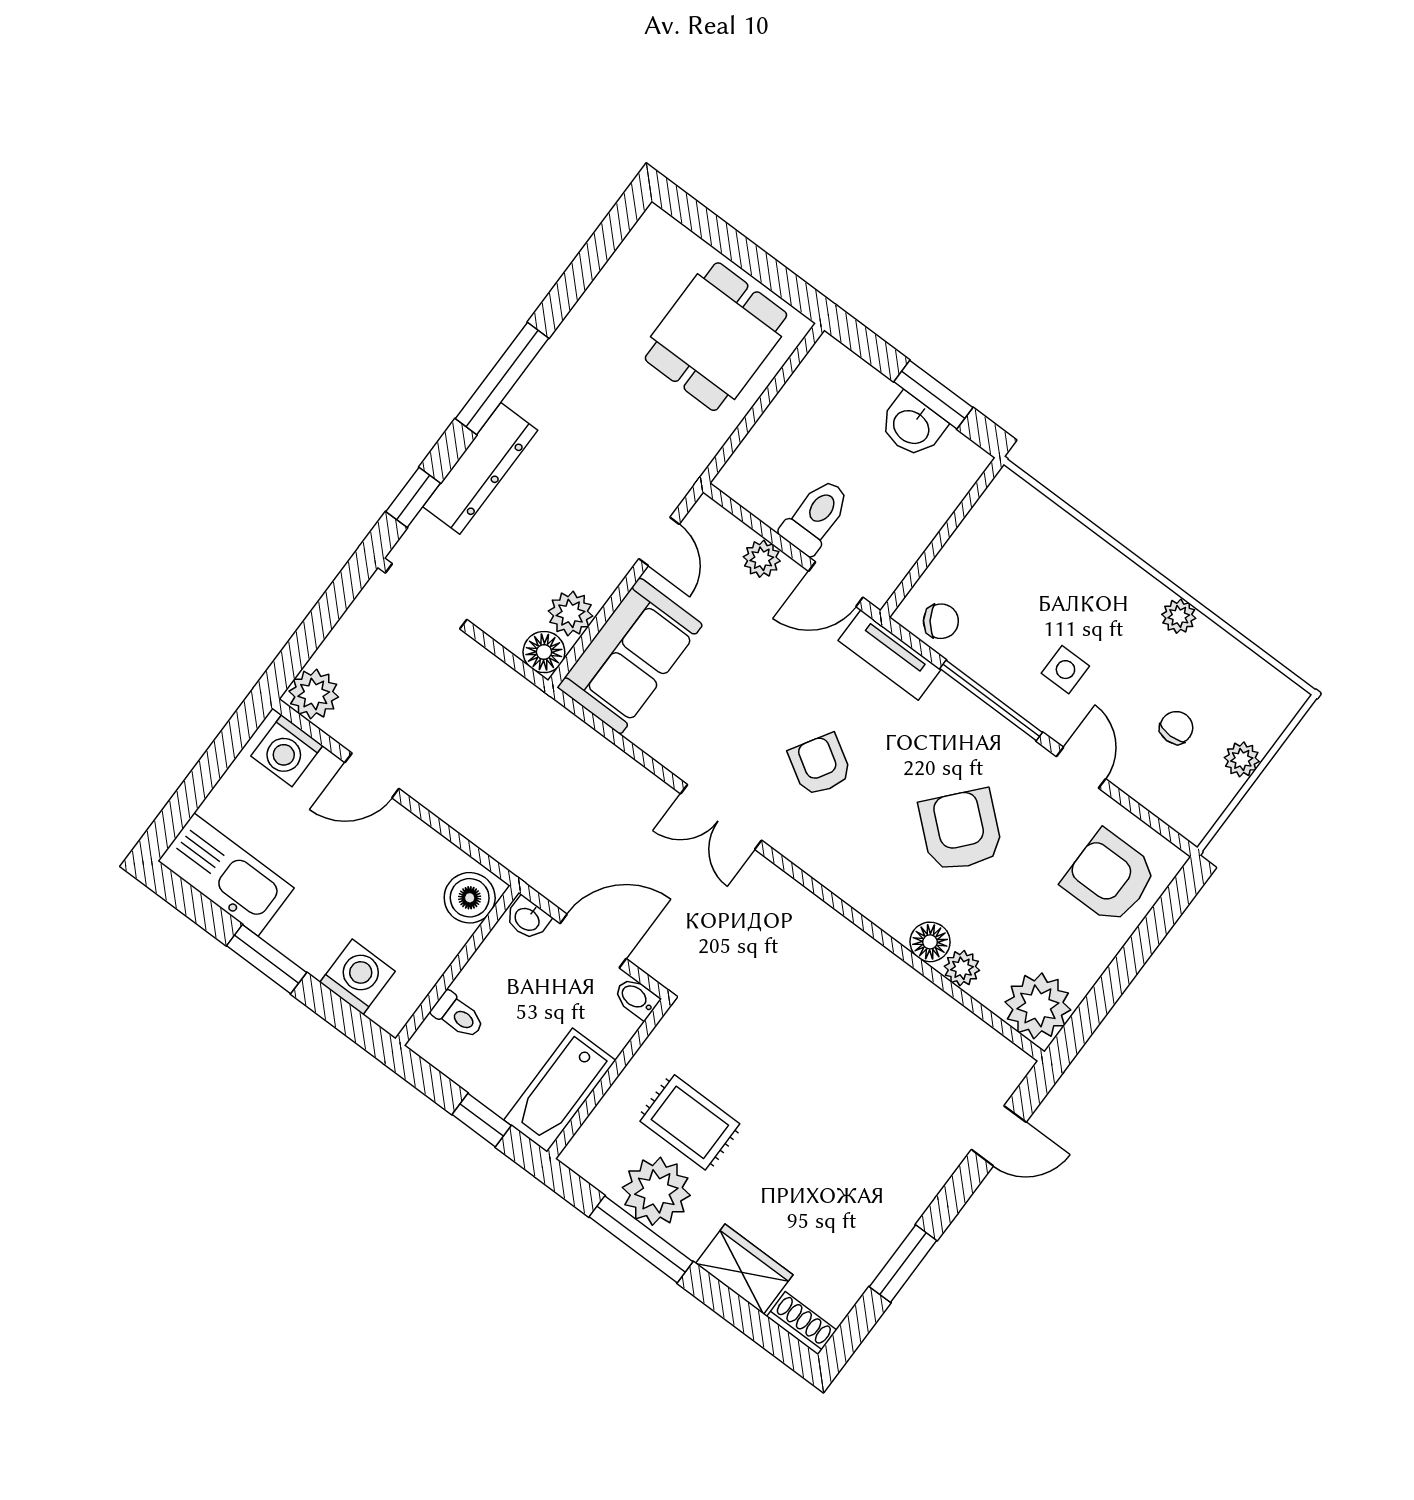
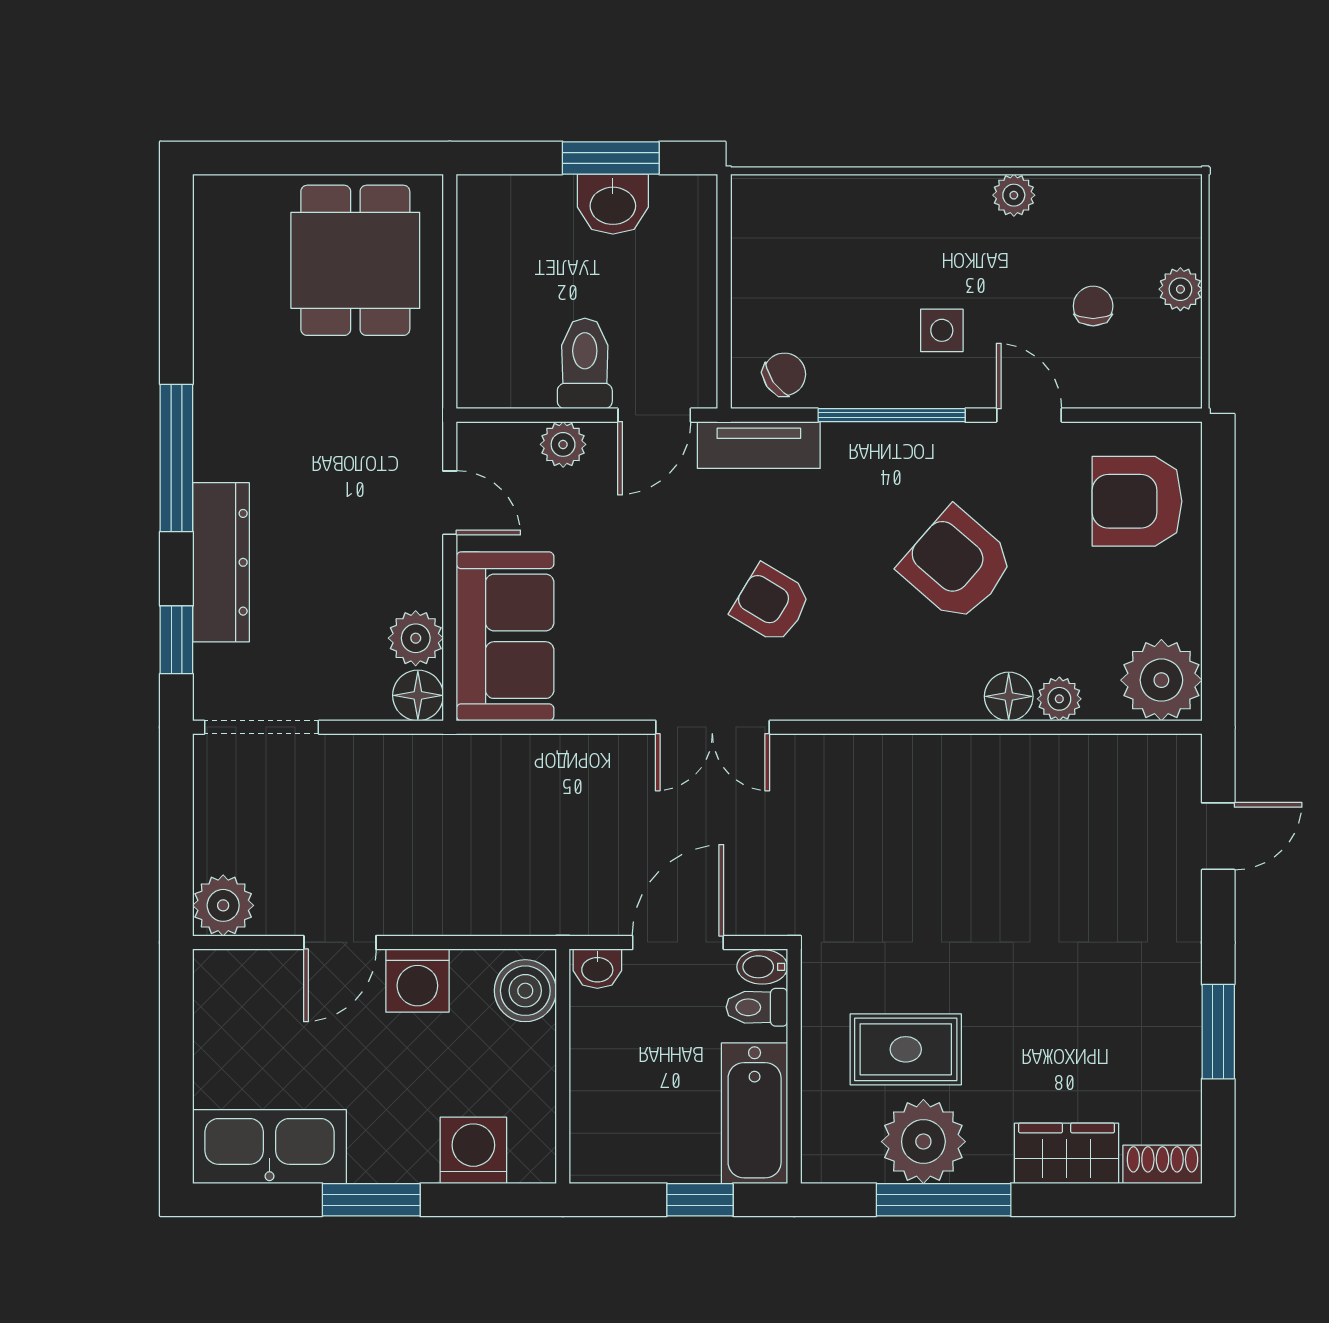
washing machine: (287, 751) -> (417, 981), moved
toilet: (458, 1015) -> (757, 1007), moved, turned 180

